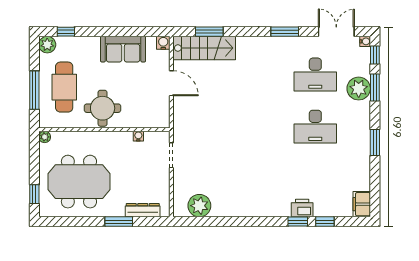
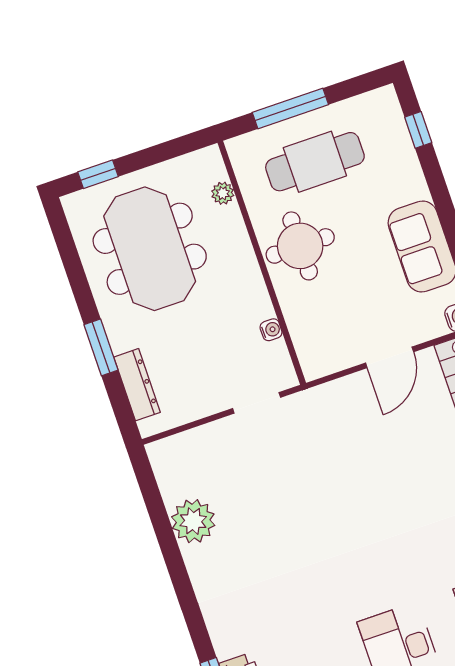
plant: (47, 45) -> (383, 104), removed
plant: (45, 137) -> (223, 193), moved
plant: (199, 206) -> (193, 521), moved

